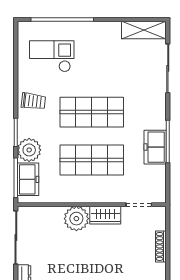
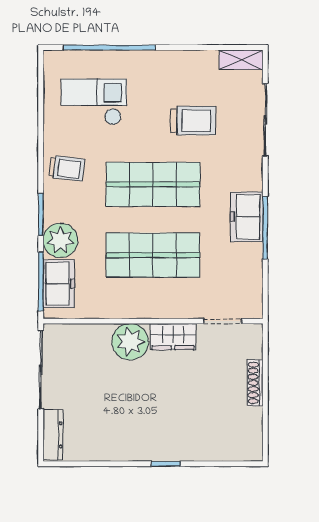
shelving: (144, 30) -> (241, 60), width x0.67, depth x0.75
trolley: (119, 69) -> (193, 121), added
freezer: (155, 147) -> (247, 217), moved

